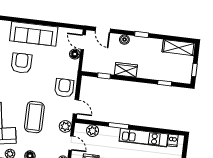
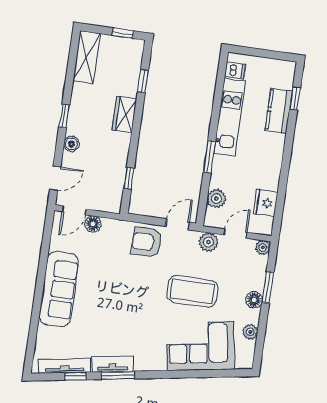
armchair: (22, 63) -> (105, 310), removed
wardrobe: (126, 70) -> (124, 114), moved

